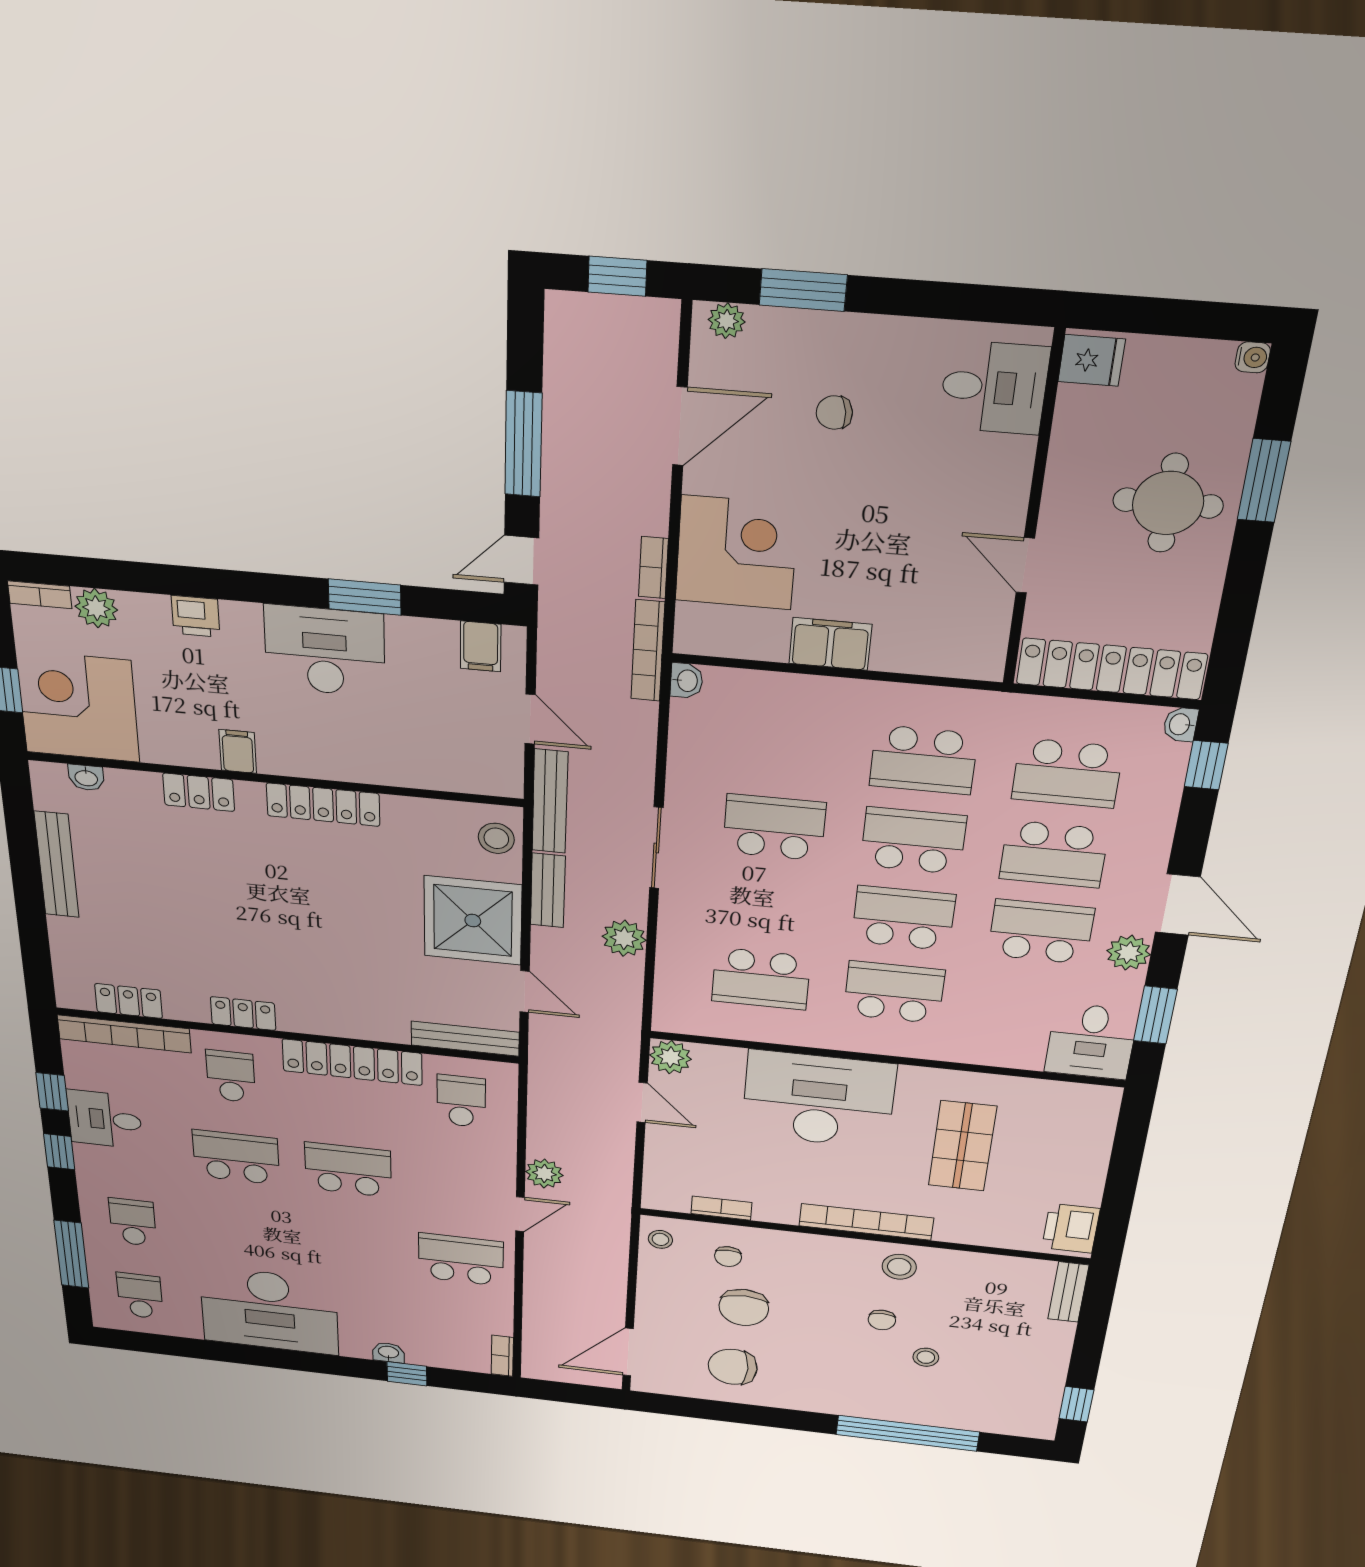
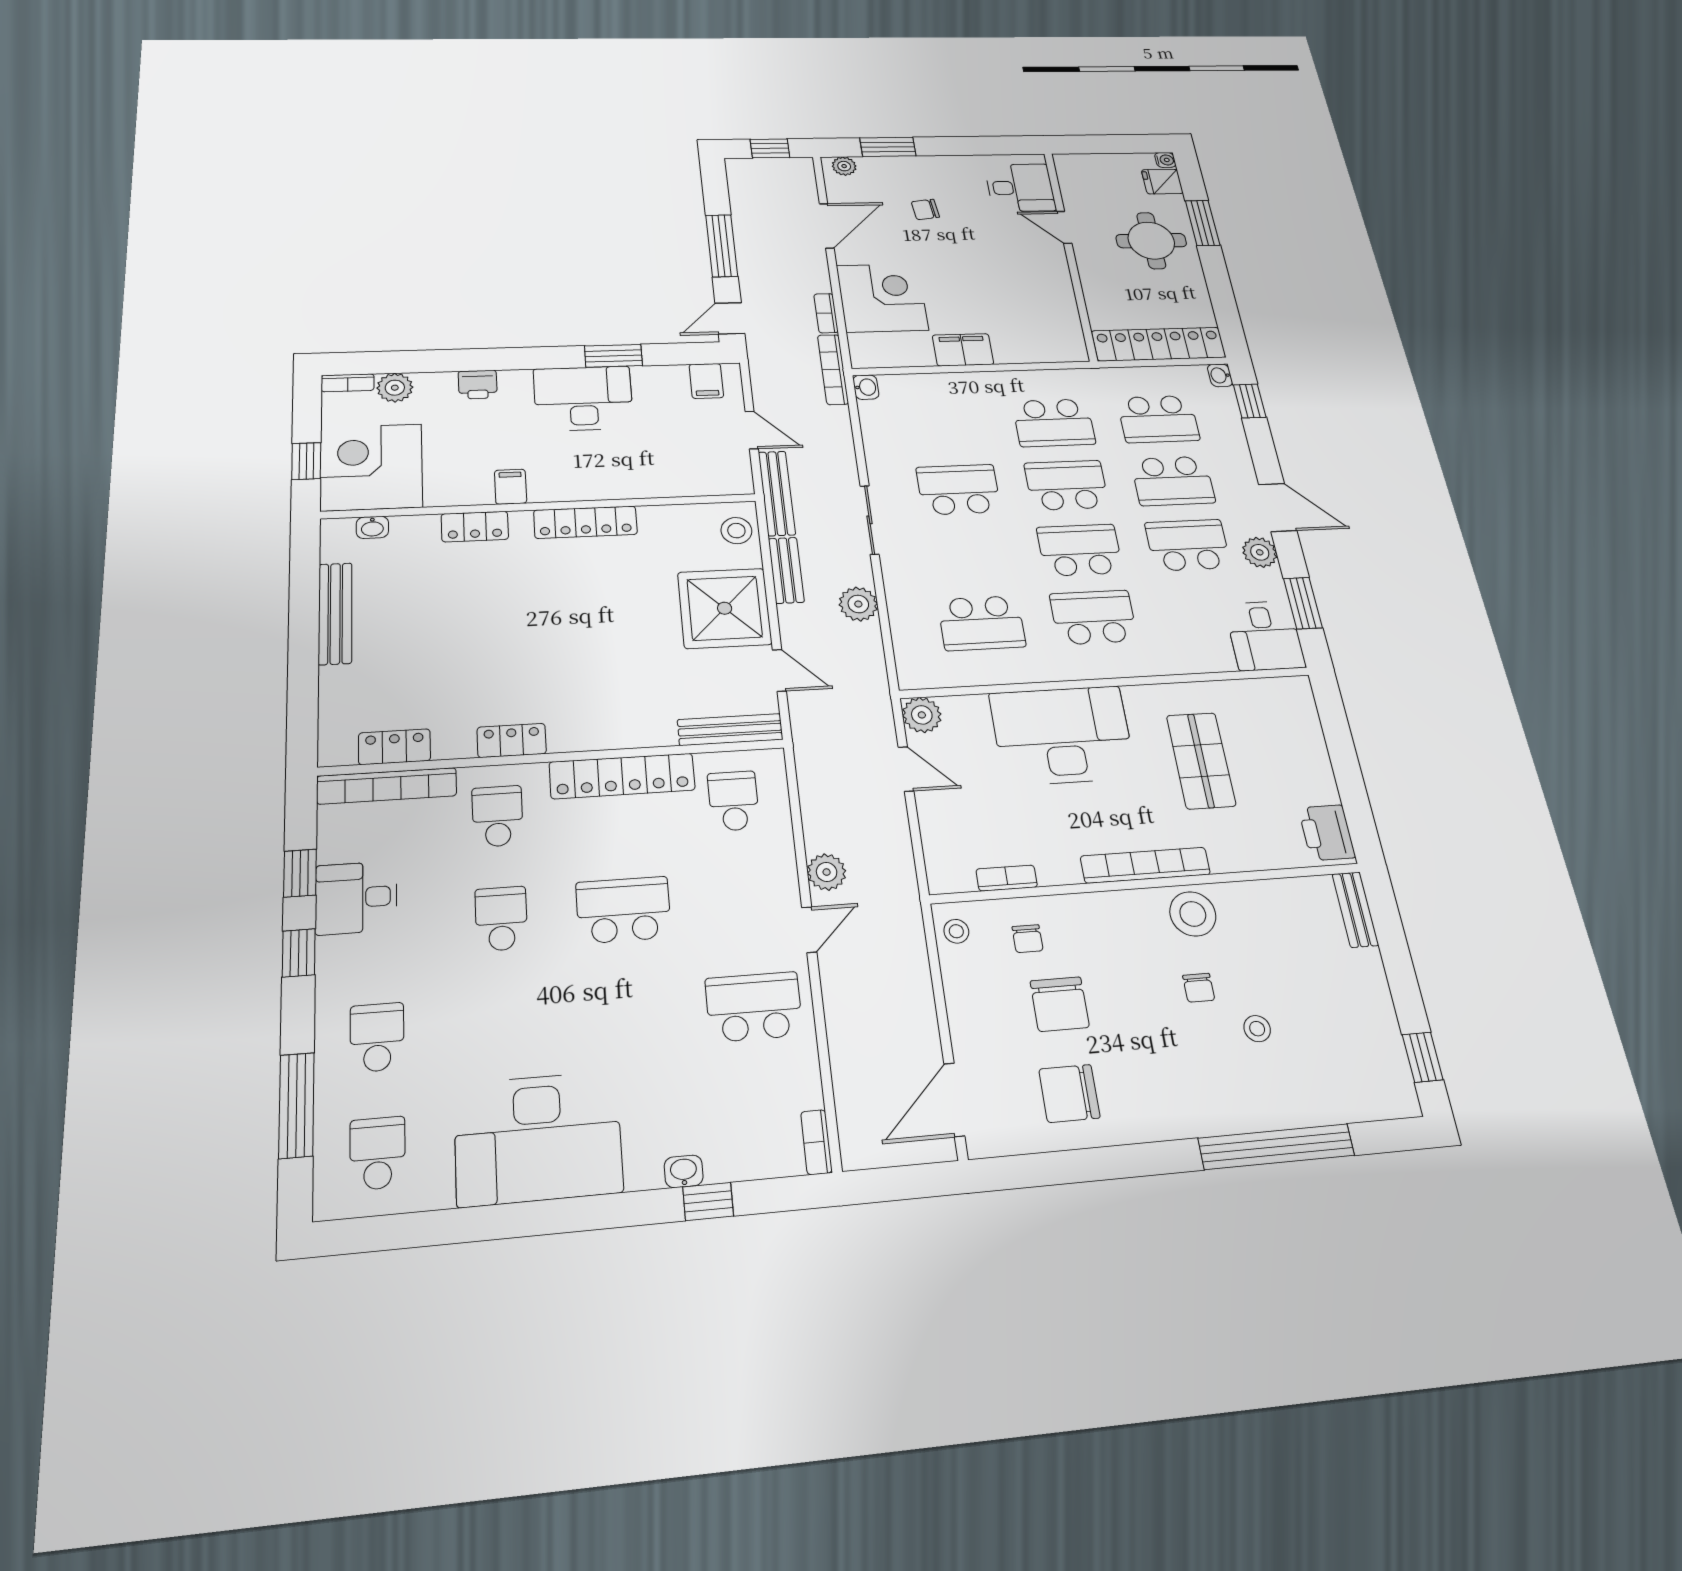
fridge: (1092, 360) -> (1162, 182), moved, turned 180
door: (1025, 565) -> (1064, 227), moved
school desk: (236, 1157) -> (501, 919), width x0.54
stool: (899, 1267) -> (1193, 914), width x1.38, depth x1.38

